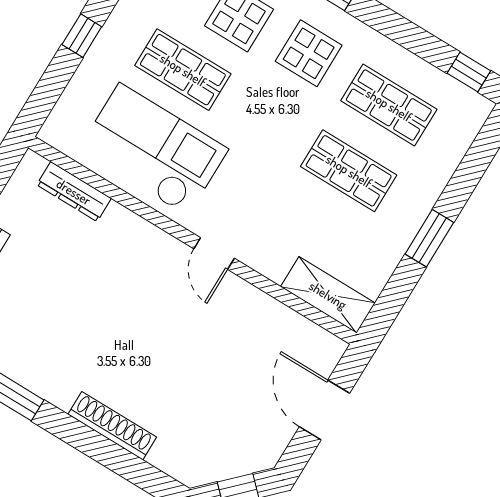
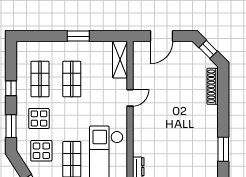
window: (469, 72) -> (11, 88), moved
door: (214, 254) -> (130, 98), moved
shoe rack: (112, 426) -> (213, 86), moved

